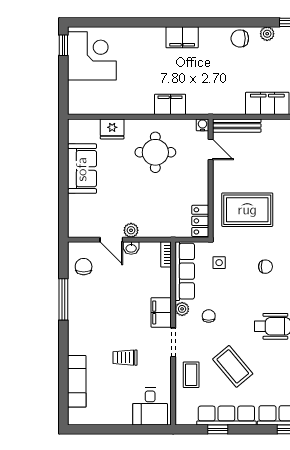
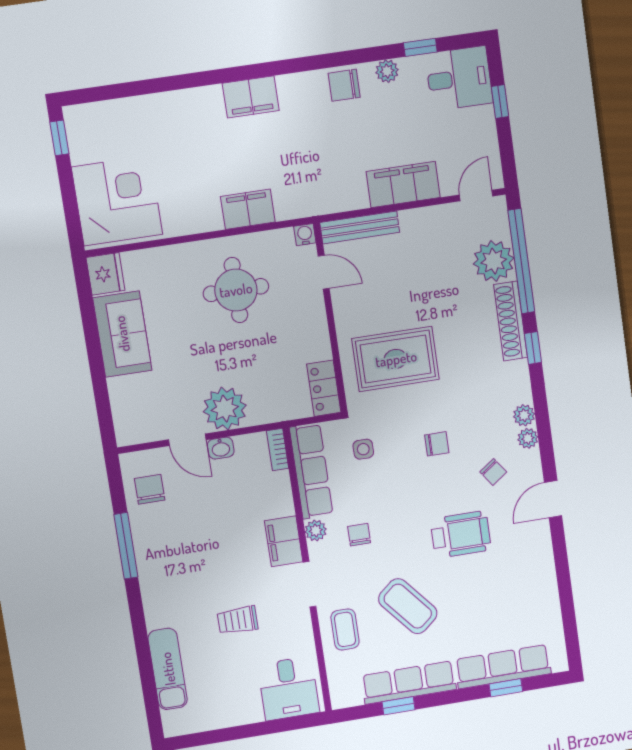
corner desk: (92, 56) -> (117, 201), moved
fridge: (112, 129) -> (105, 274), moved, turned -90
plant: (131, 230) -> (225, 409), width x1.88, depth x1.88

